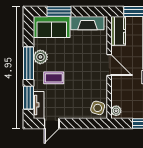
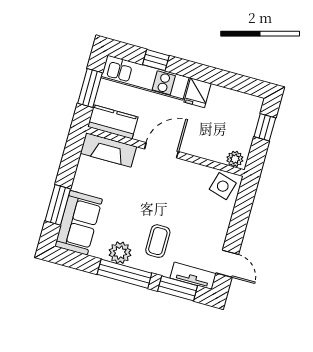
fireplace: (87, 23) -> (108, 150), moved, turned 90

